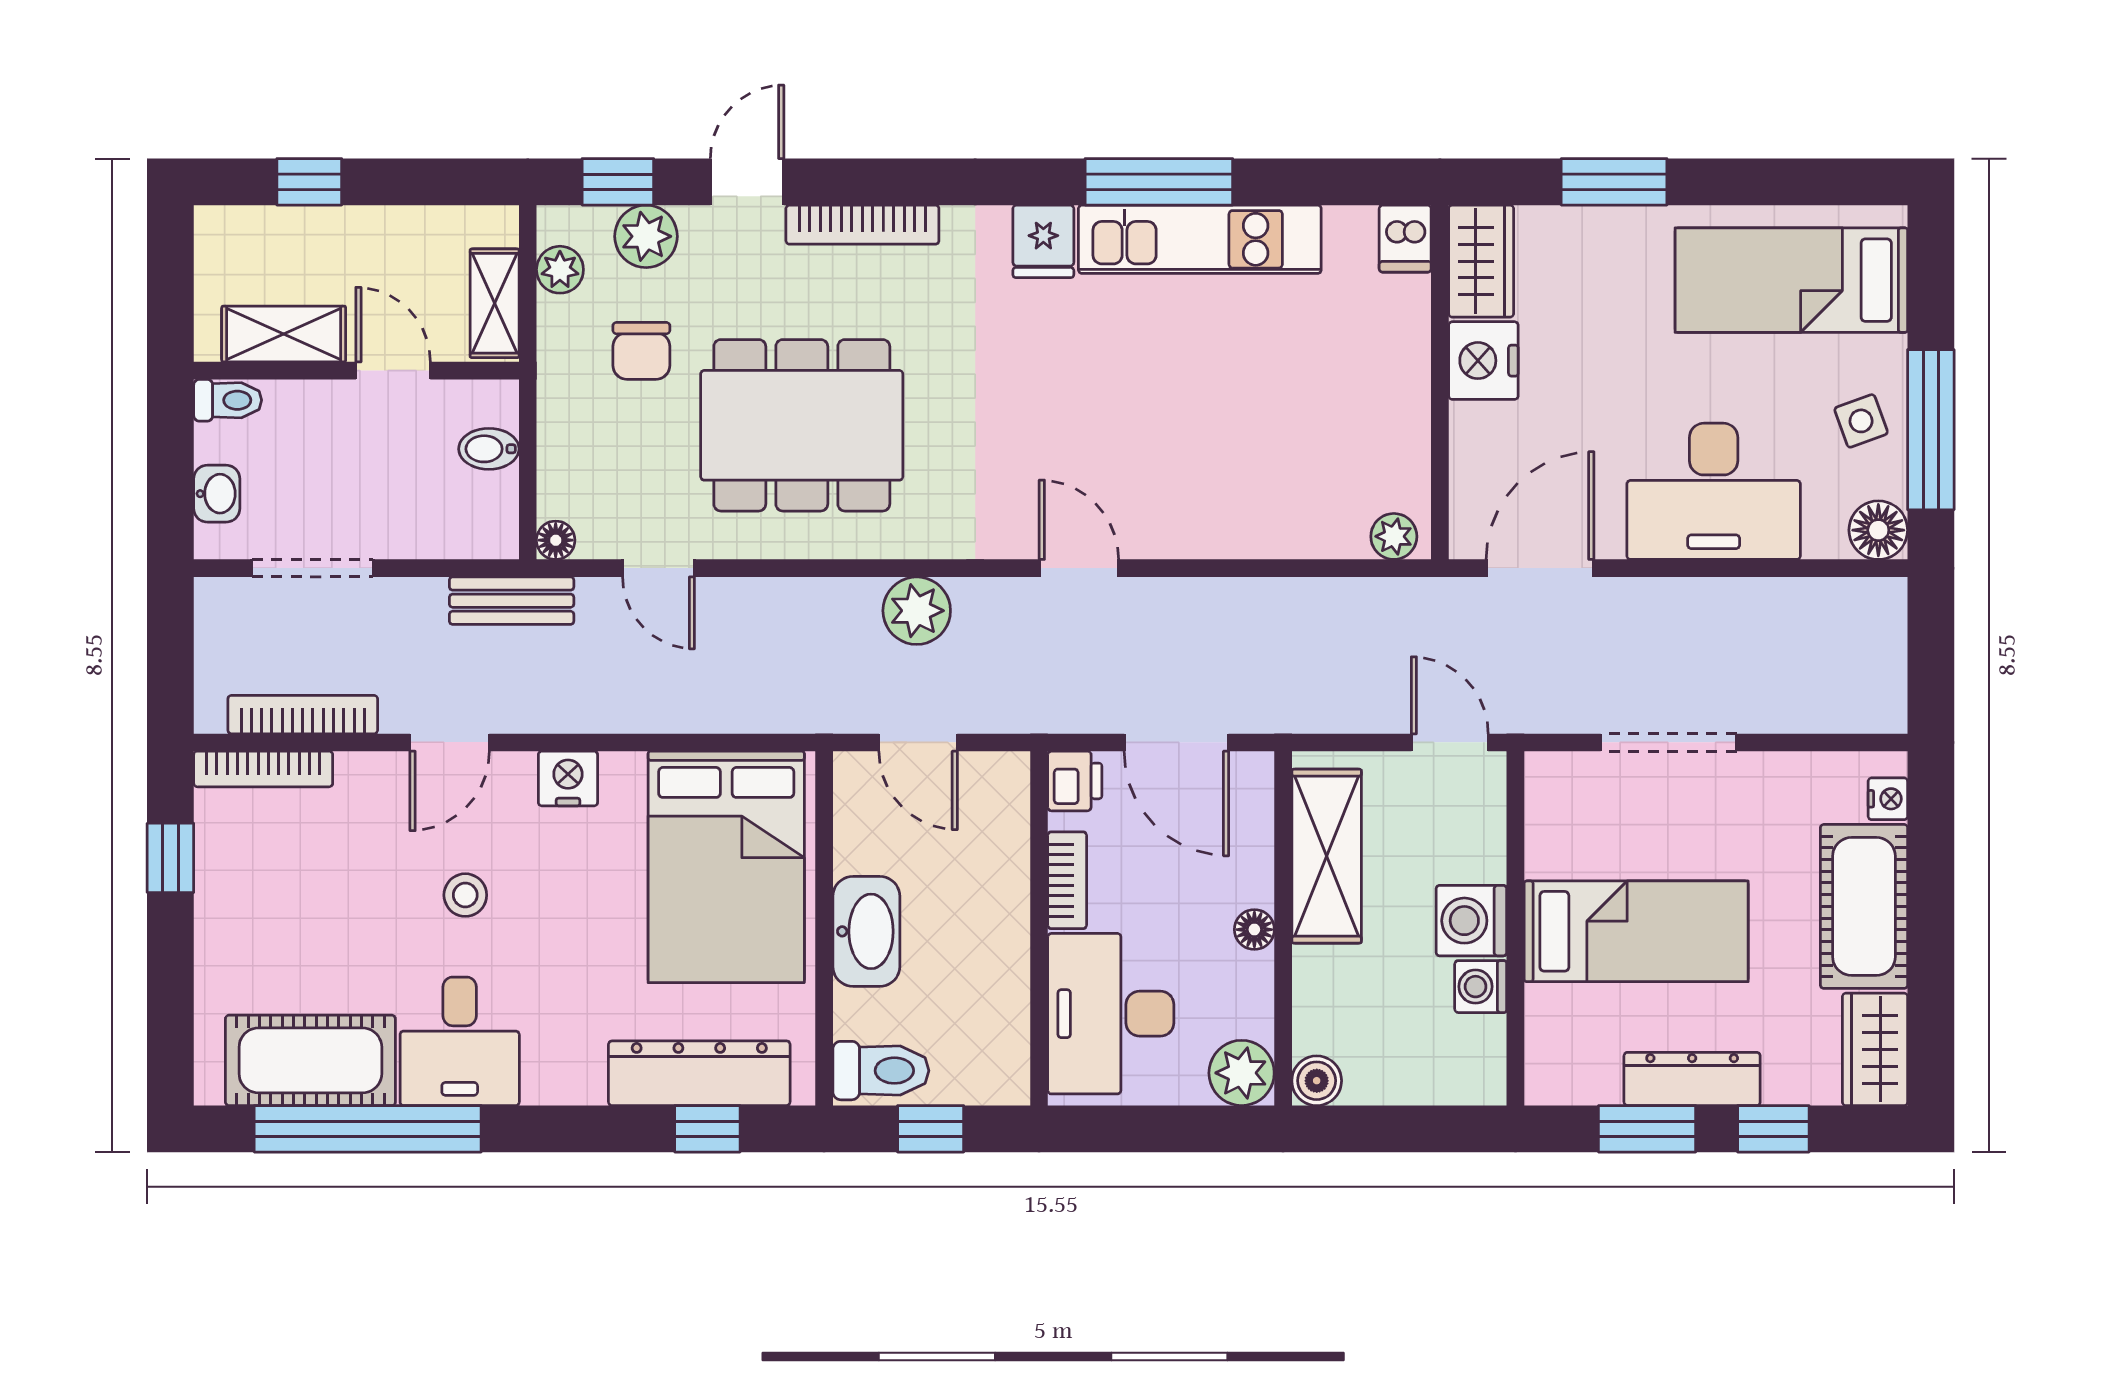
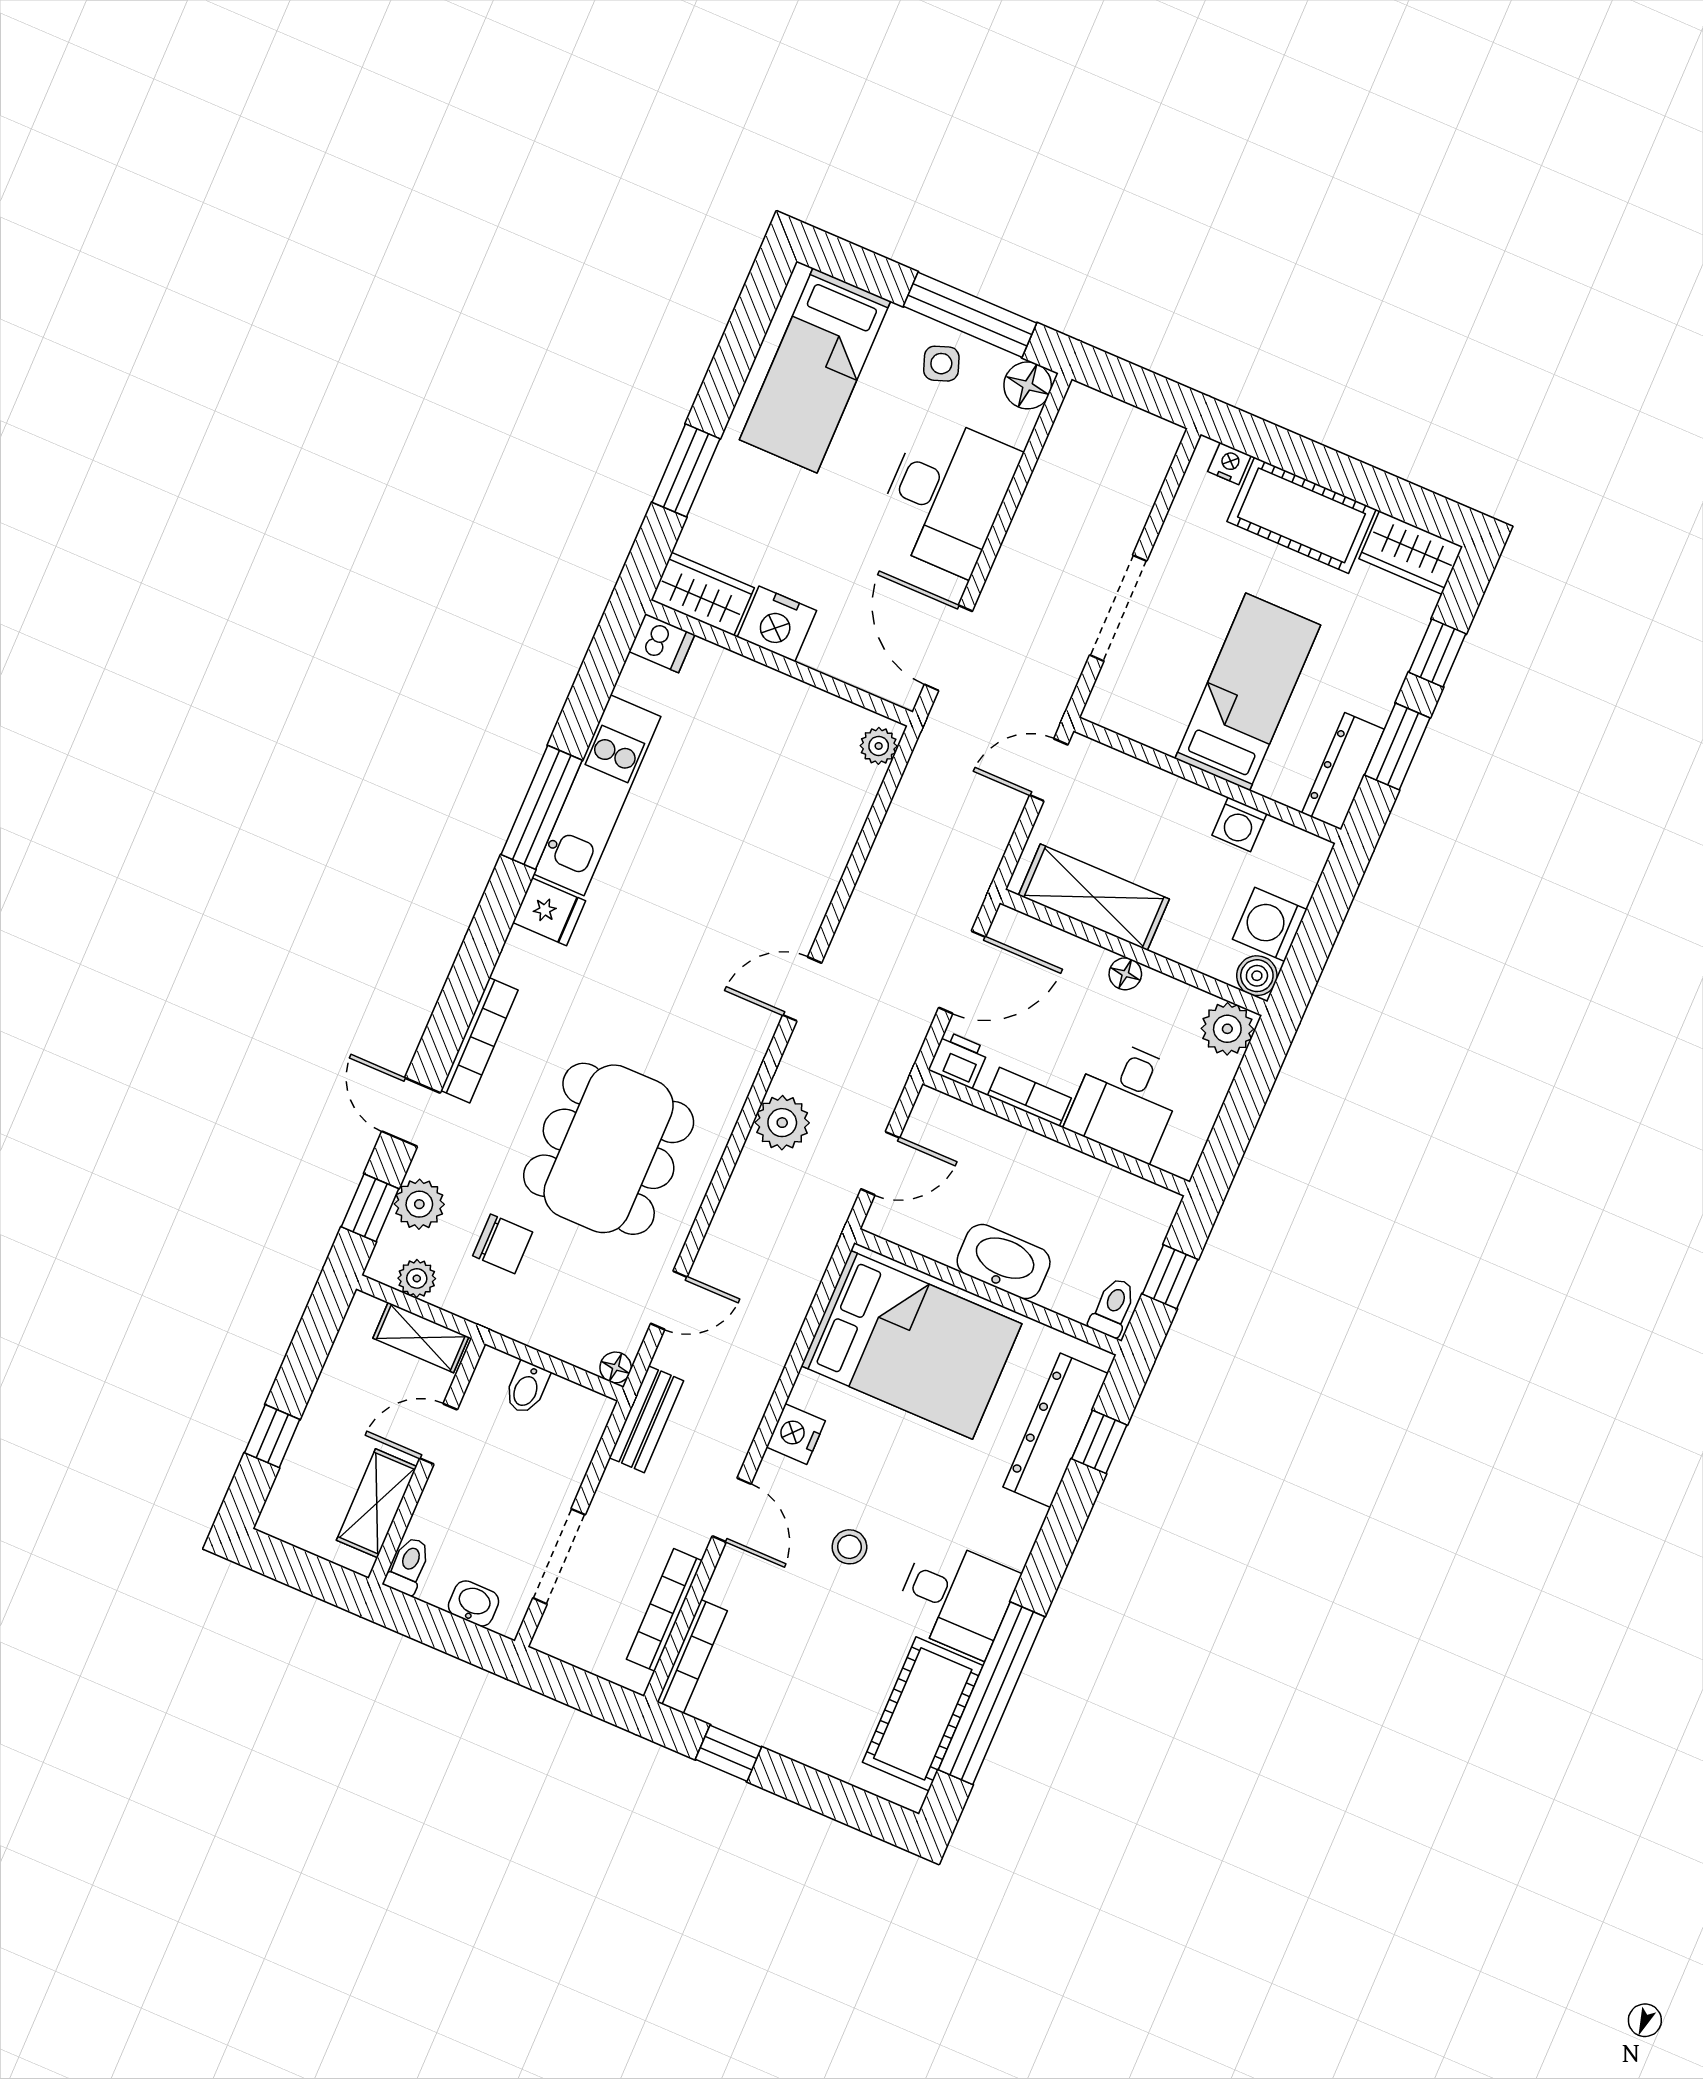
washing machine: (1471, 921) -> (1270, 924), moved, turned 90
desk: (1111, 1014) -> (1126, 1100), width x0.73
toilet: (881, 1071) -> (1113, 1307), width x0.73, depth x0.72
dresser: (1692, 1079) -> (1343, 771), moved

